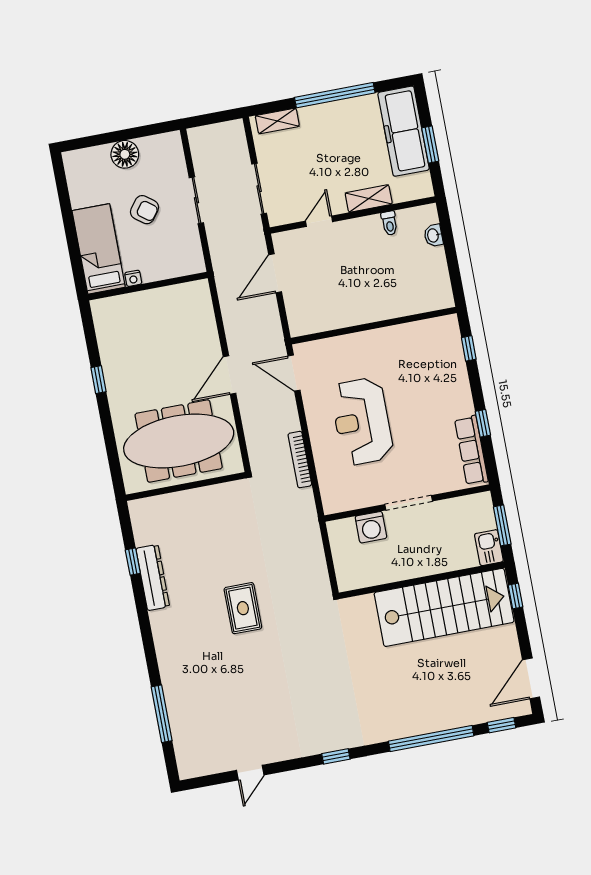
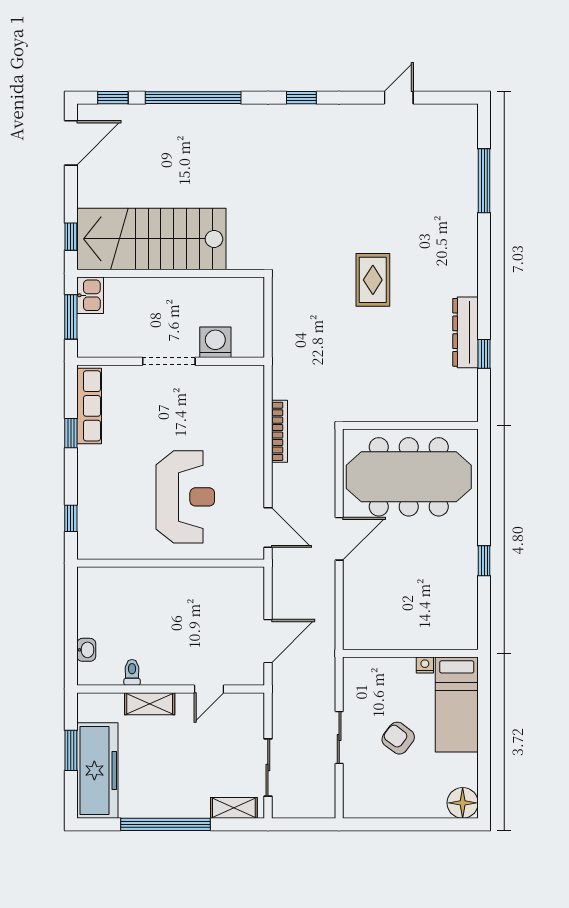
floor lamp: (125, 154) -> (463, 803), moved
sliding door: (259, 189) -> (268, 767), moved
reception desk: (362, 421) -> (185, 497), moved

